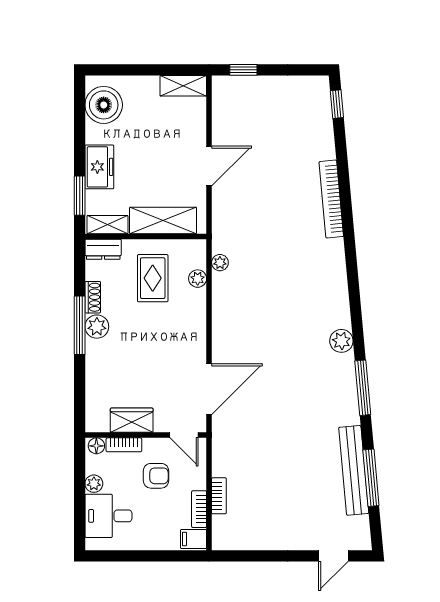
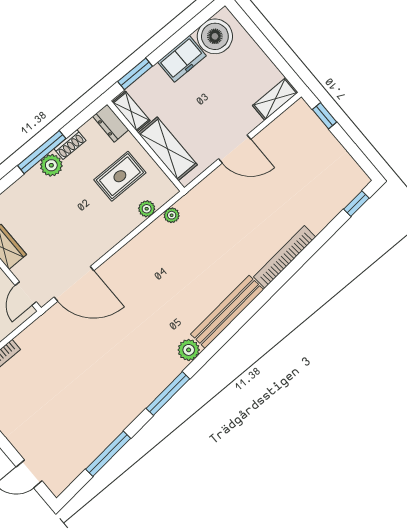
shelving: (183, 86) -> (275, 99), moved, turned 90
freezer: (99, 167) -> (182, 59), moved
bench: (354, 470) -> (227, 312), moved

